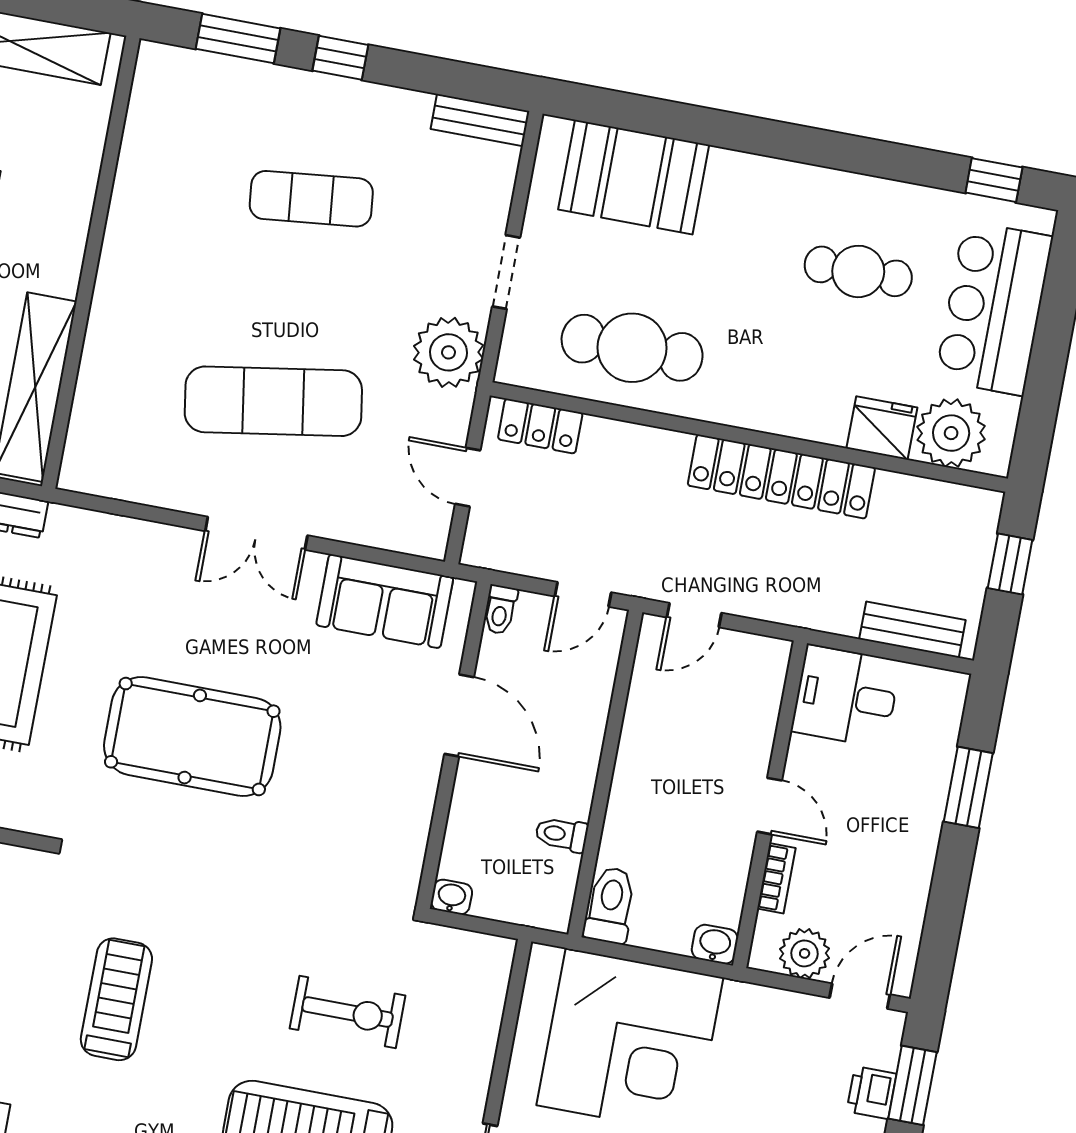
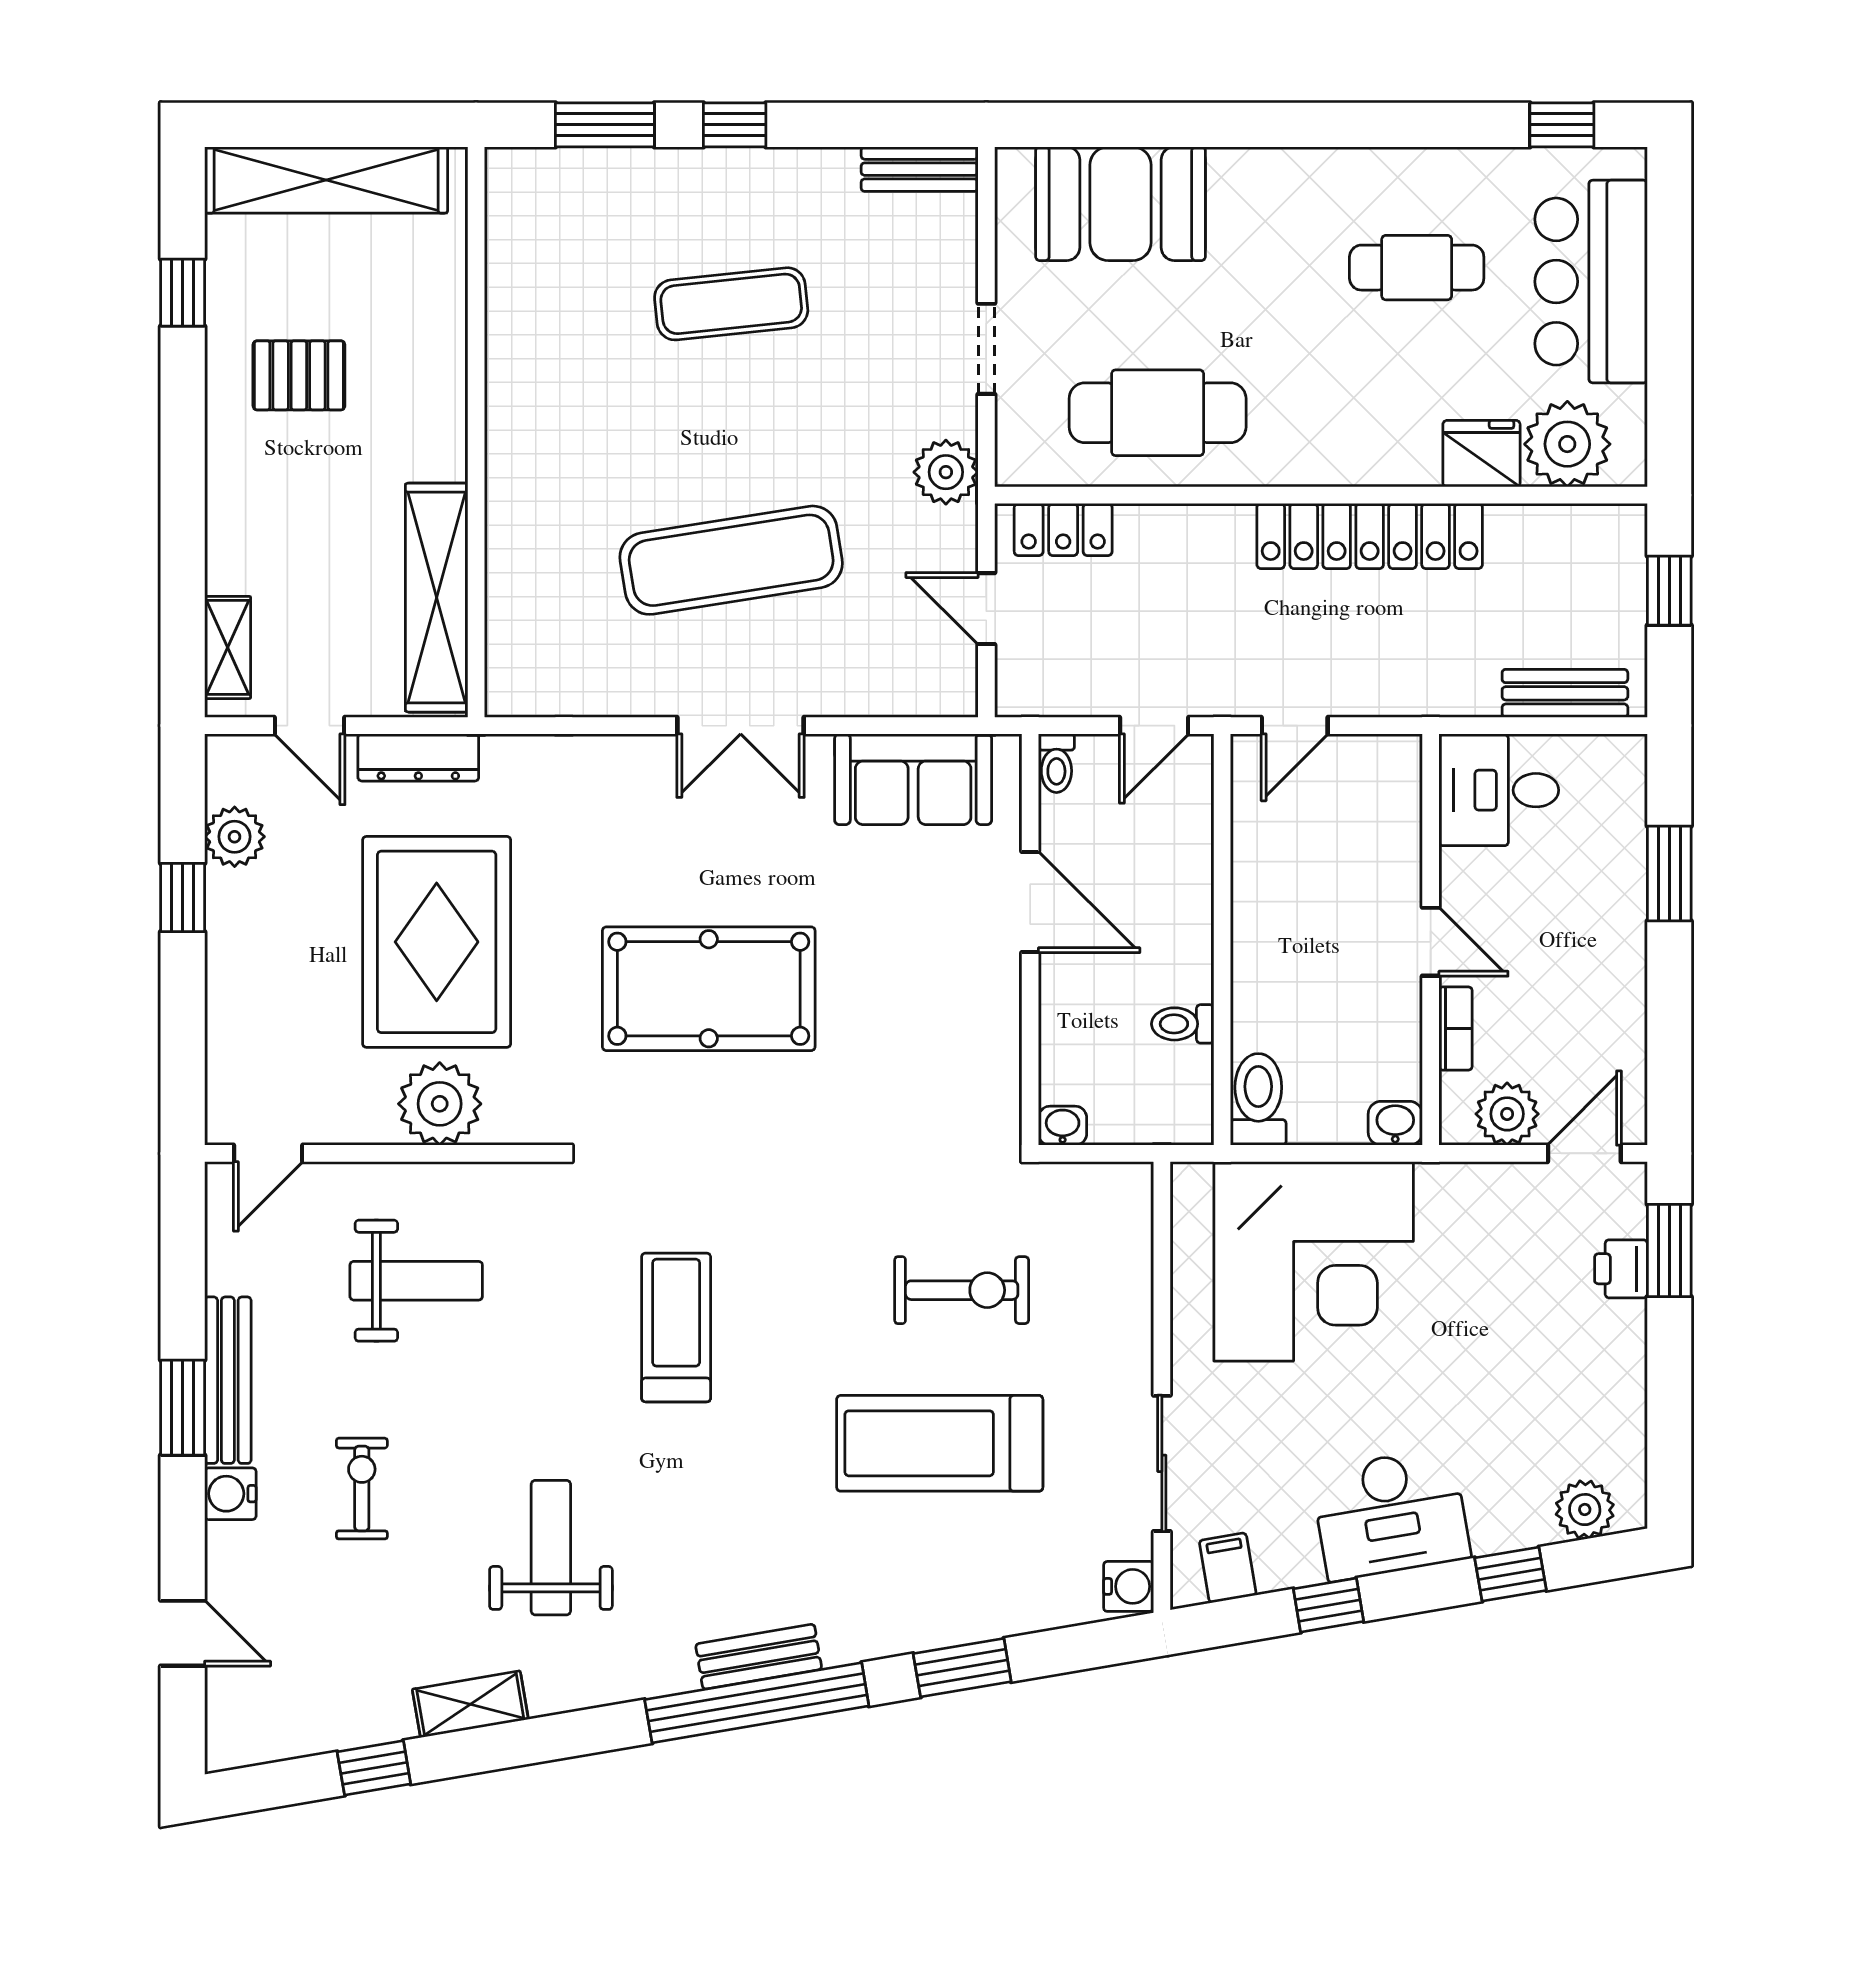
plant: (449, 352) -> (946, 472), width x0.73, depth x0.73

